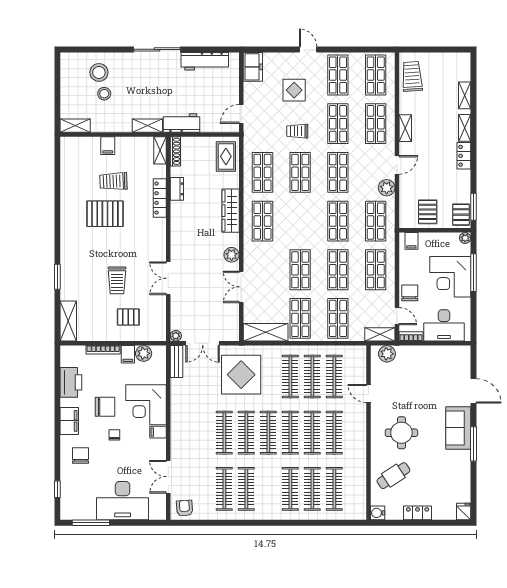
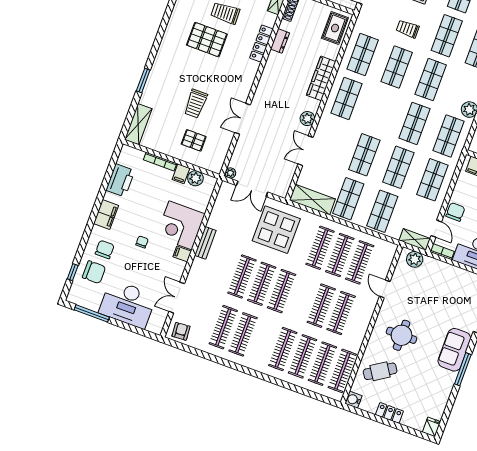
bench: (177, 362) -> (205, 243), moved
chair: (105, 407) -> (94, 272), moved
clothes rail: (290, 433) -> (342, 371), moved

